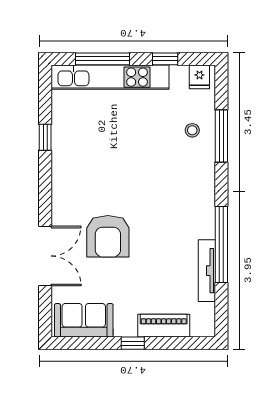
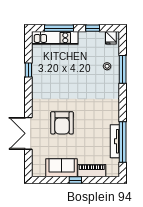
kitchen unit: (110, 77) -> (55, 38), width x0.73
window: (221, 244) -> (123, 142), moved
double door: (45, 256) -> (28, 133), swing flipped
sofa: (84, 320) -> (62, 168), moved

